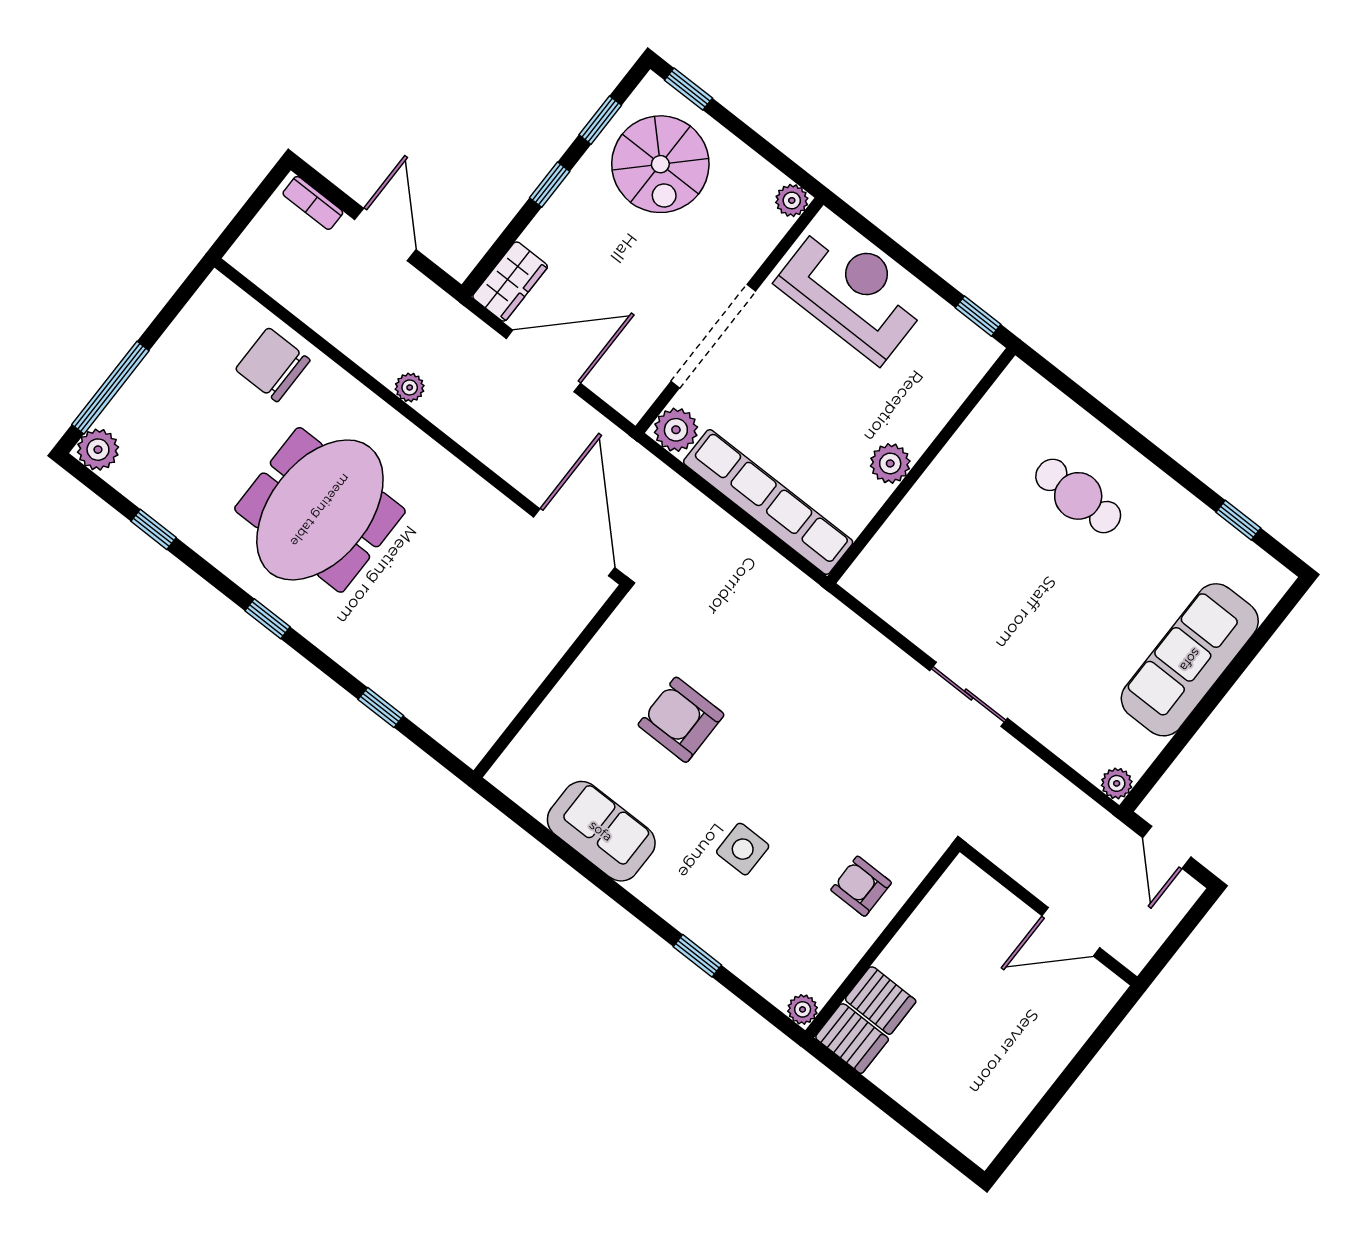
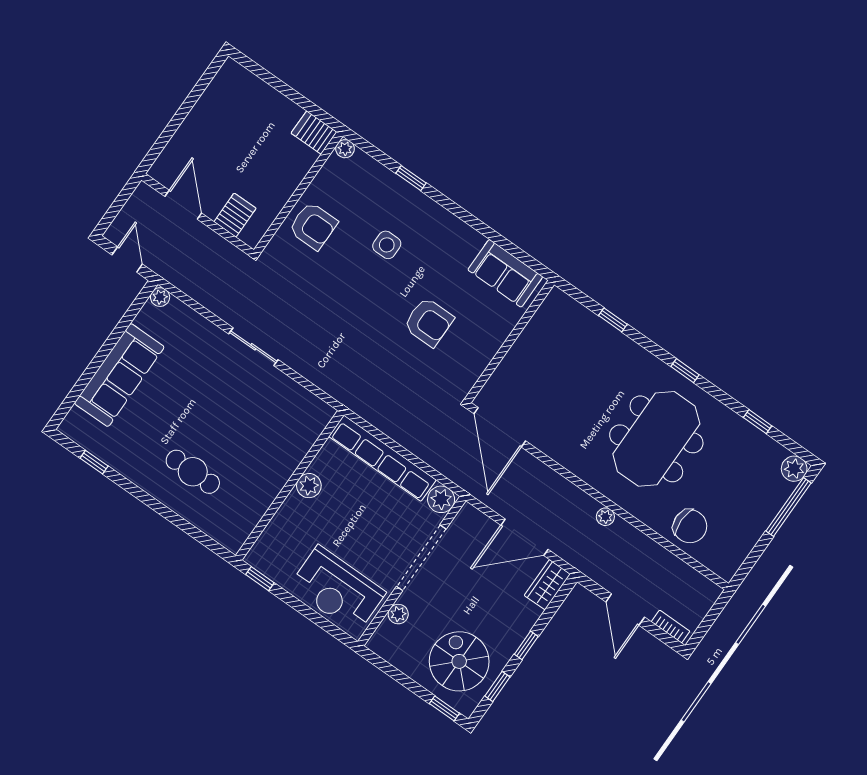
plant: (792, 200) -> (398, 614), moved
sofa: (601, 831) -> (505, 273), moved
armchair: (861, 886) -> (313, 226), width x1.38, depth x1.38
door: (1071, 932) -> (183, 205), hinge flipped
server rack: (880, 1000) -> (235, 215), moved, turned 90

